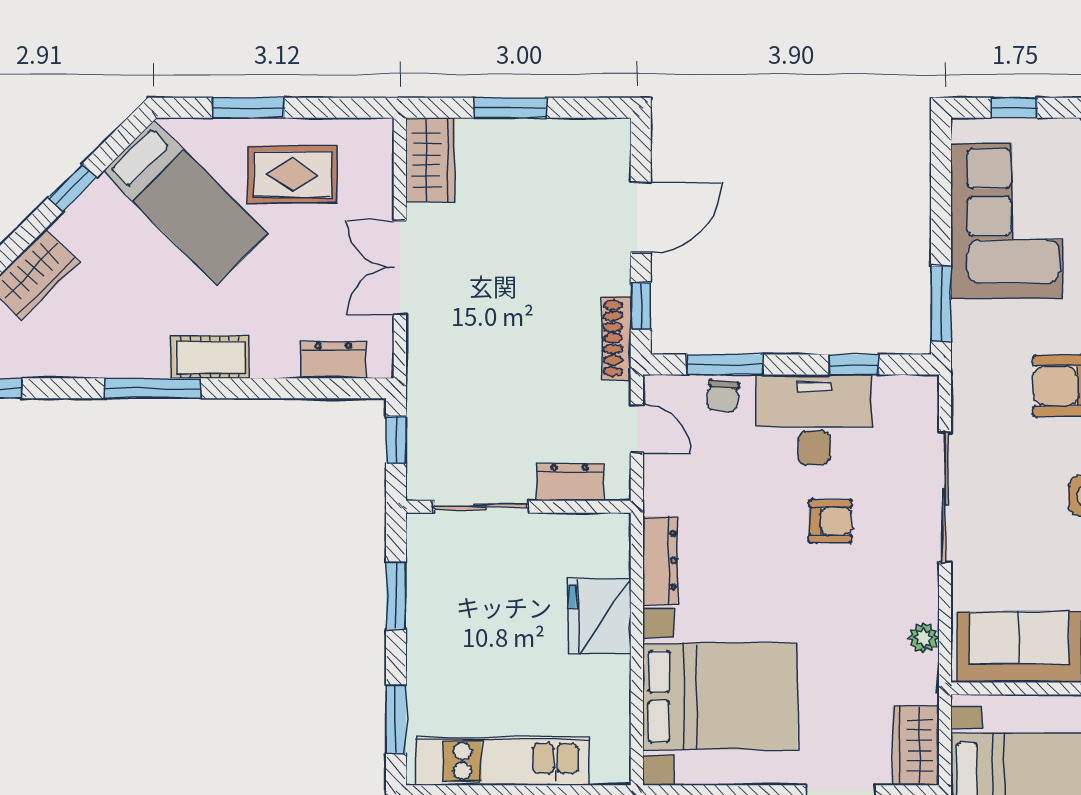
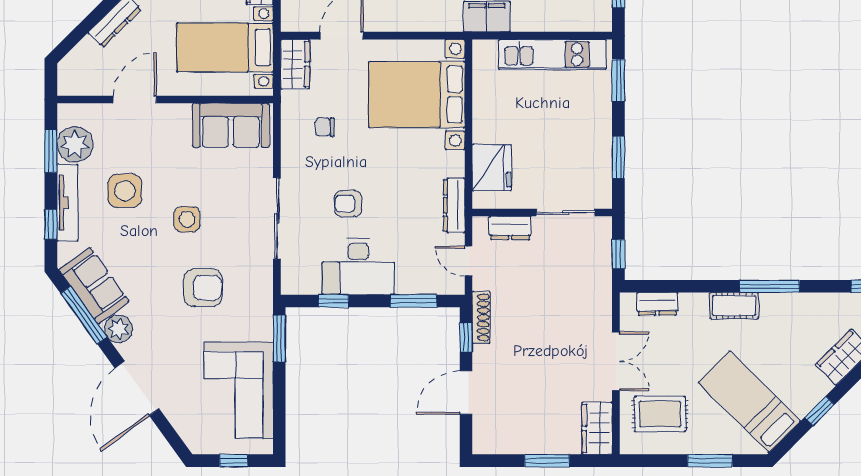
rug: (292, 175) -> (660, 414), moved
chair: (723, 396) -> (325, 127), moved, turned -97
dresser: (660, 560) -> (454, 205), moved
fridge: (599, 616) -> (492, 168), moved
plant: (924, 638) -> (290, 131), removed

